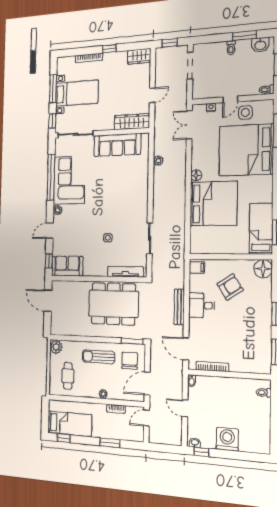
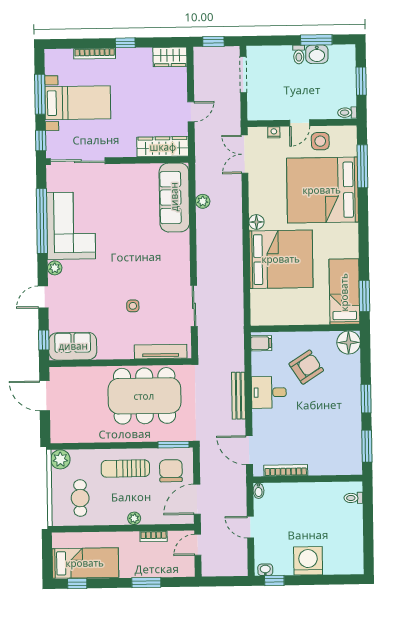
washbasin: (260, 45) -> (317, 54), moved
sofa: (117, 145) -> (174, 197), moved, turned 90

